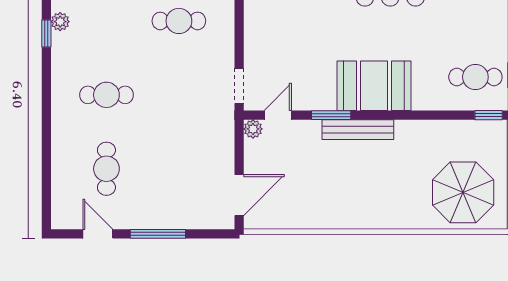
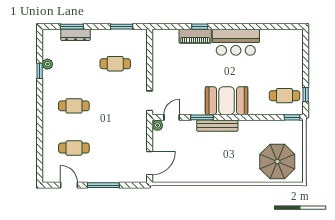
cafe table: (106, 169) -> (74, 148), turned 90

